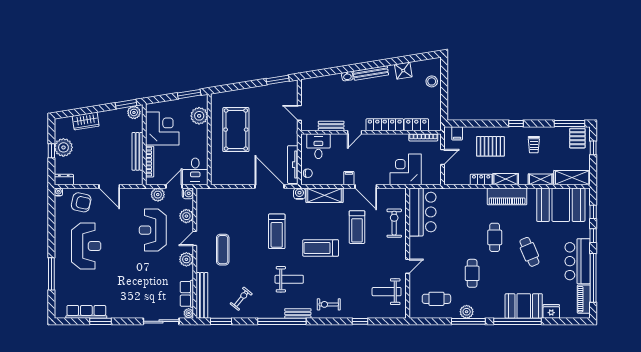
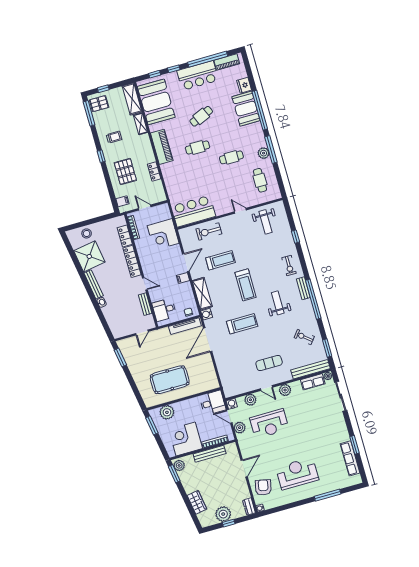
shower: (403, 71) -> (89, 256), width x1.86, depth x1.86
shelving: (506, 179) -> (148, 152), removed

